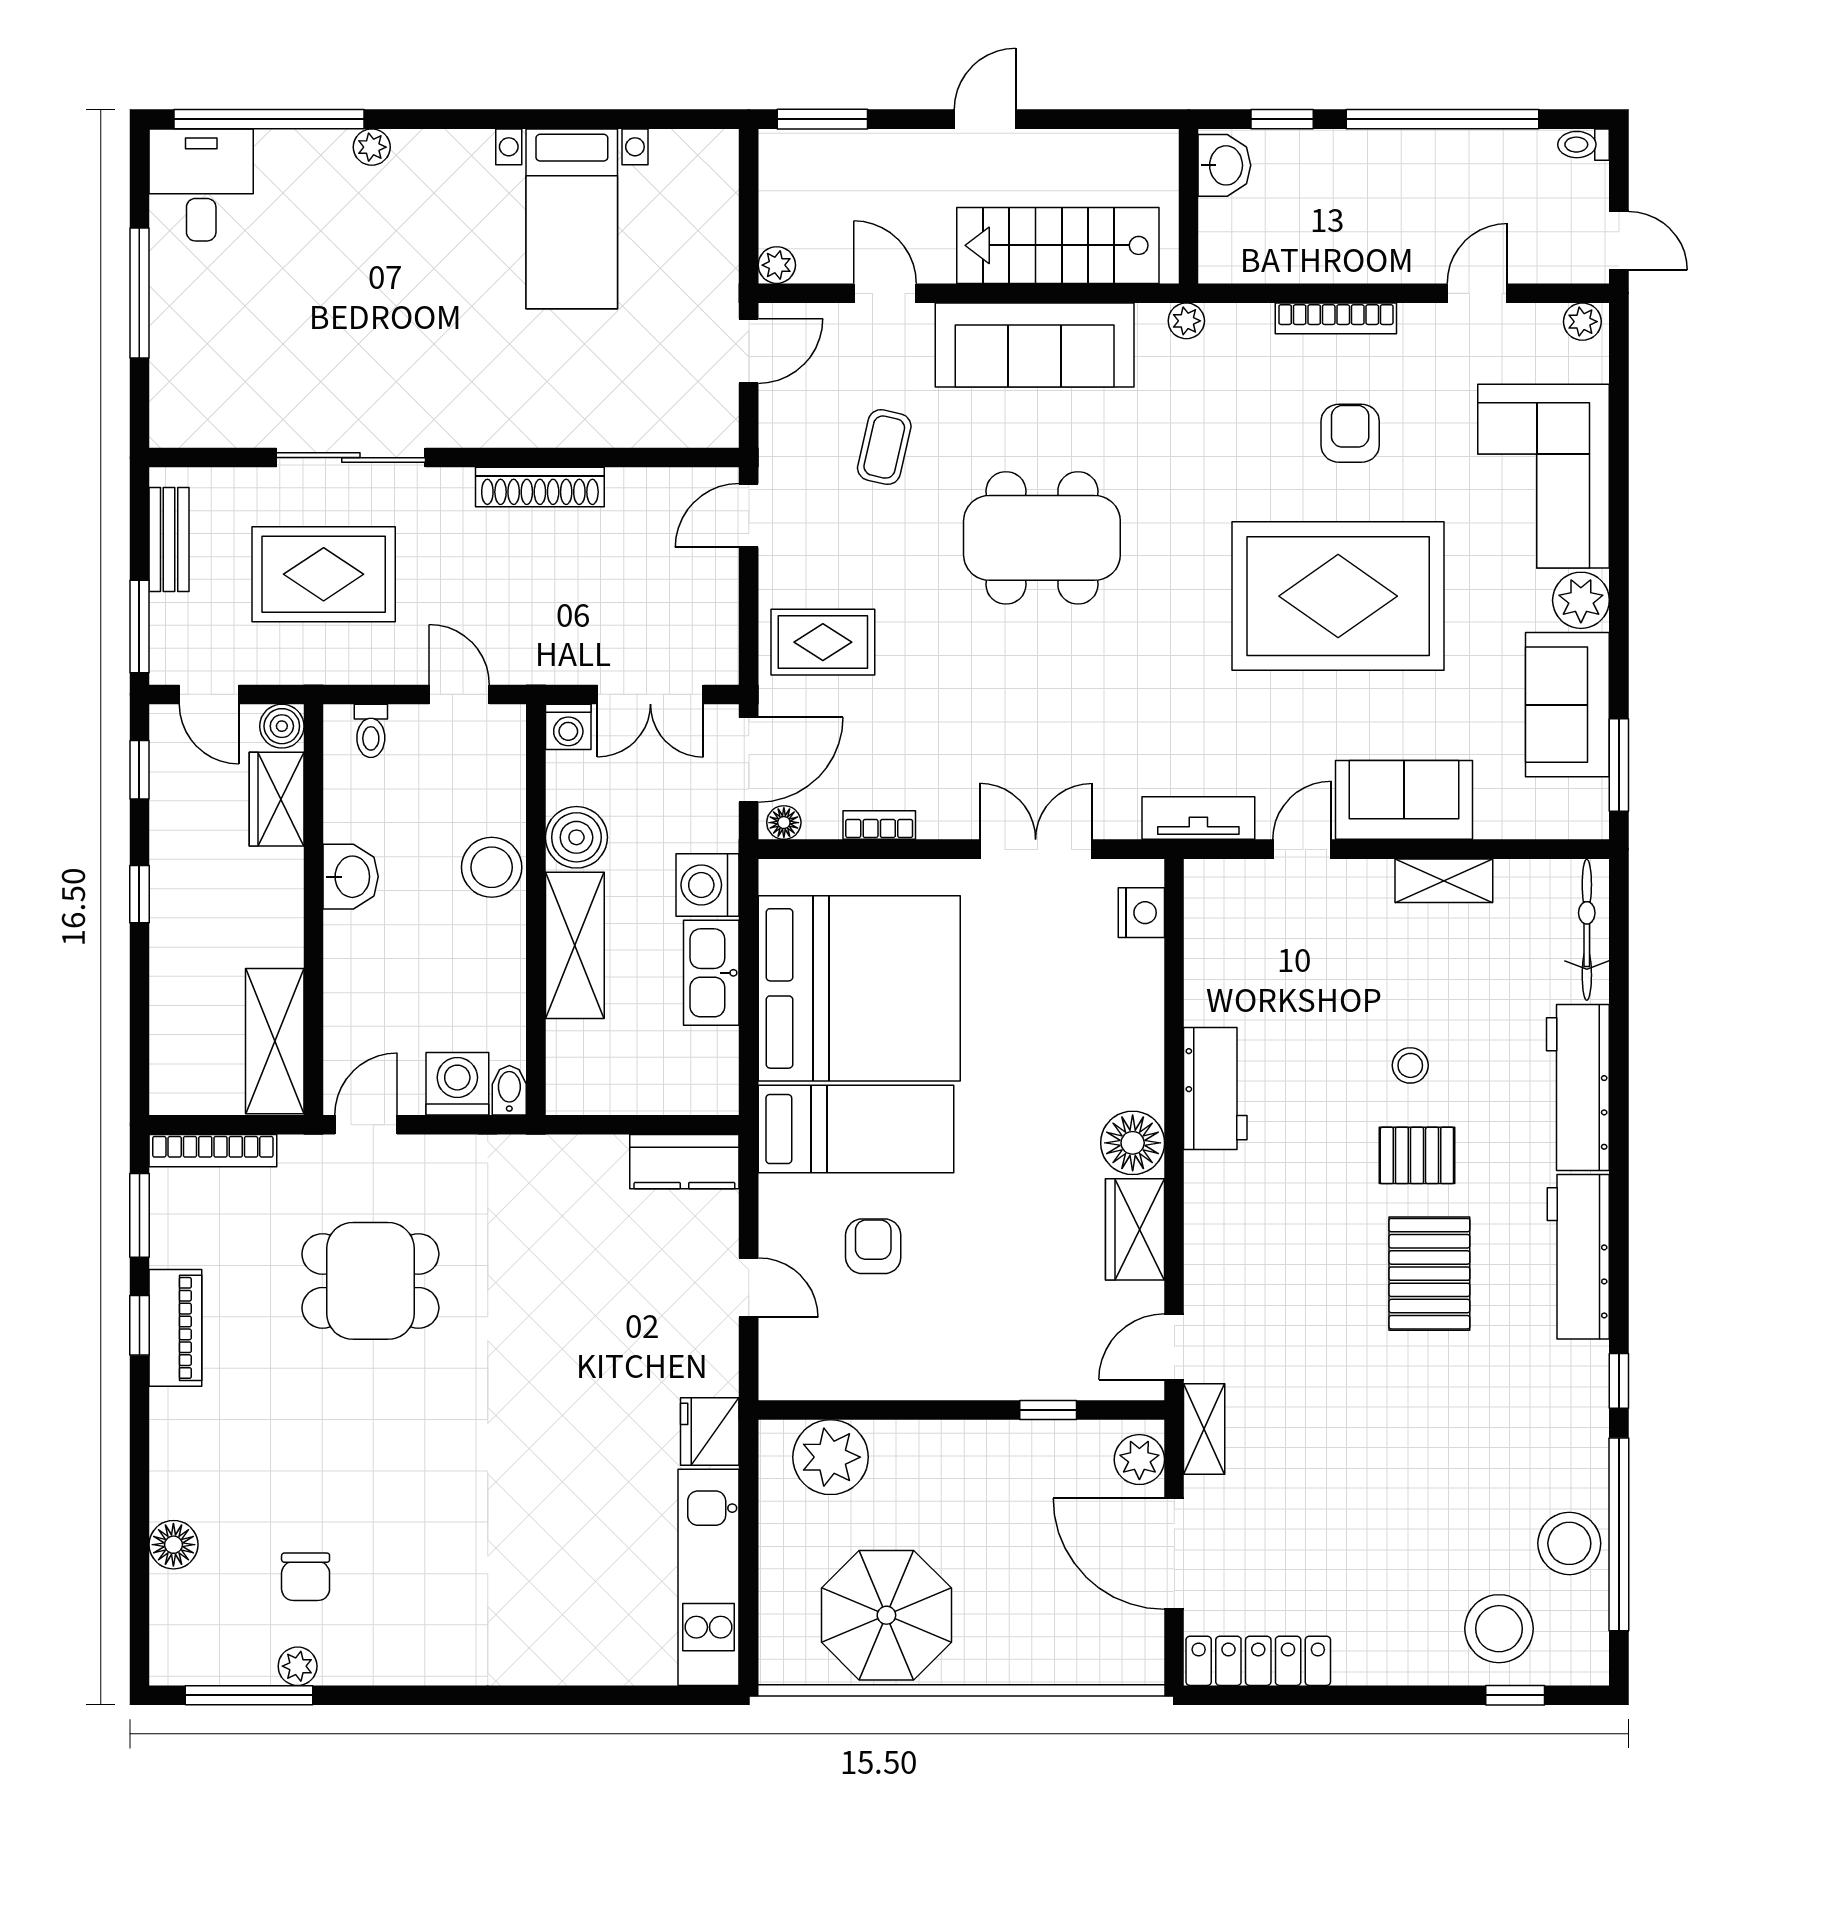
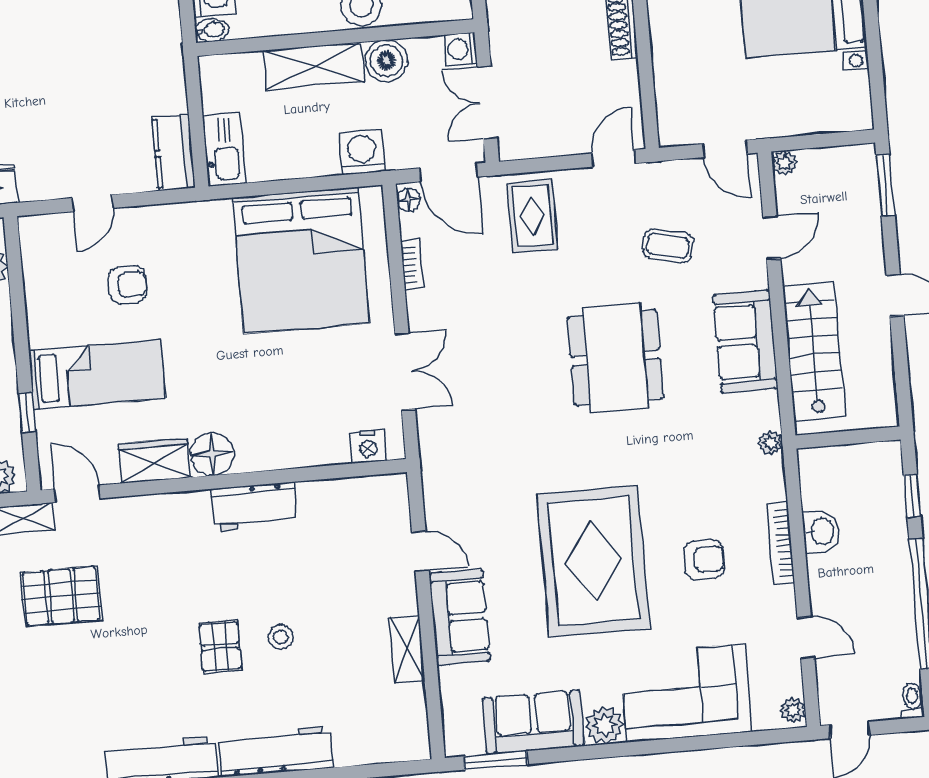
washbasin: (1224, 165) -> (821, 531), moved, turned -90
sofa: (1035, 345) -> (745, 342), width x0.73
door: (749, 516) -> (614, 158), hinge flipped
tv unit: (1198, 818) -> (435, 479), removed
bicycle: (1587, 930) -> (382, 748), removed
kitchen sink: (711, 973) -> (224, 149), moved, turned 90
bed: (856, 1129) -> (97, 374), moved, turned -90
pallet: (1429, 1274) -> (61, 596), moved

